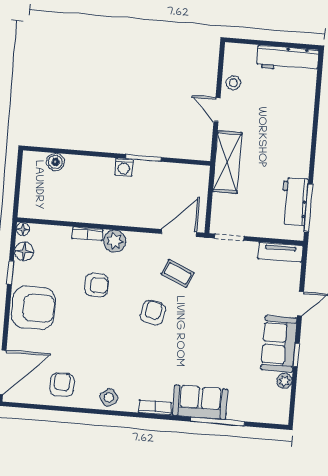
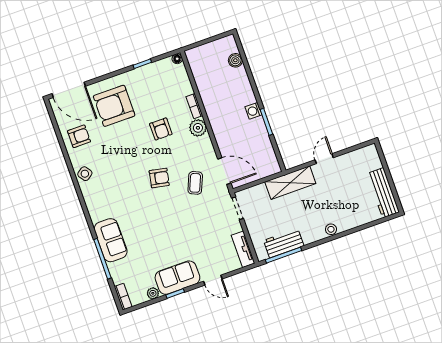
stool: (233, 83) -> (331, 229), moved
floor lamp: (24, 251) -> (162, 67), removed
armchair: (34, 308) -> (114, 106), moved, turned 90
bookcase: (155, 408) -> (123, 297), moved

